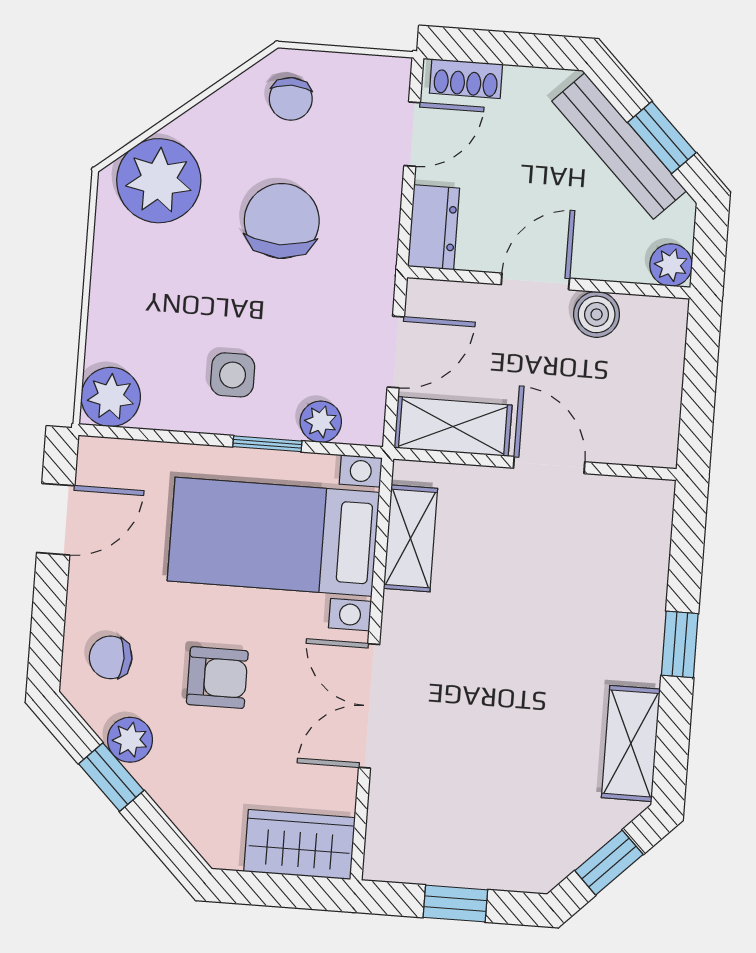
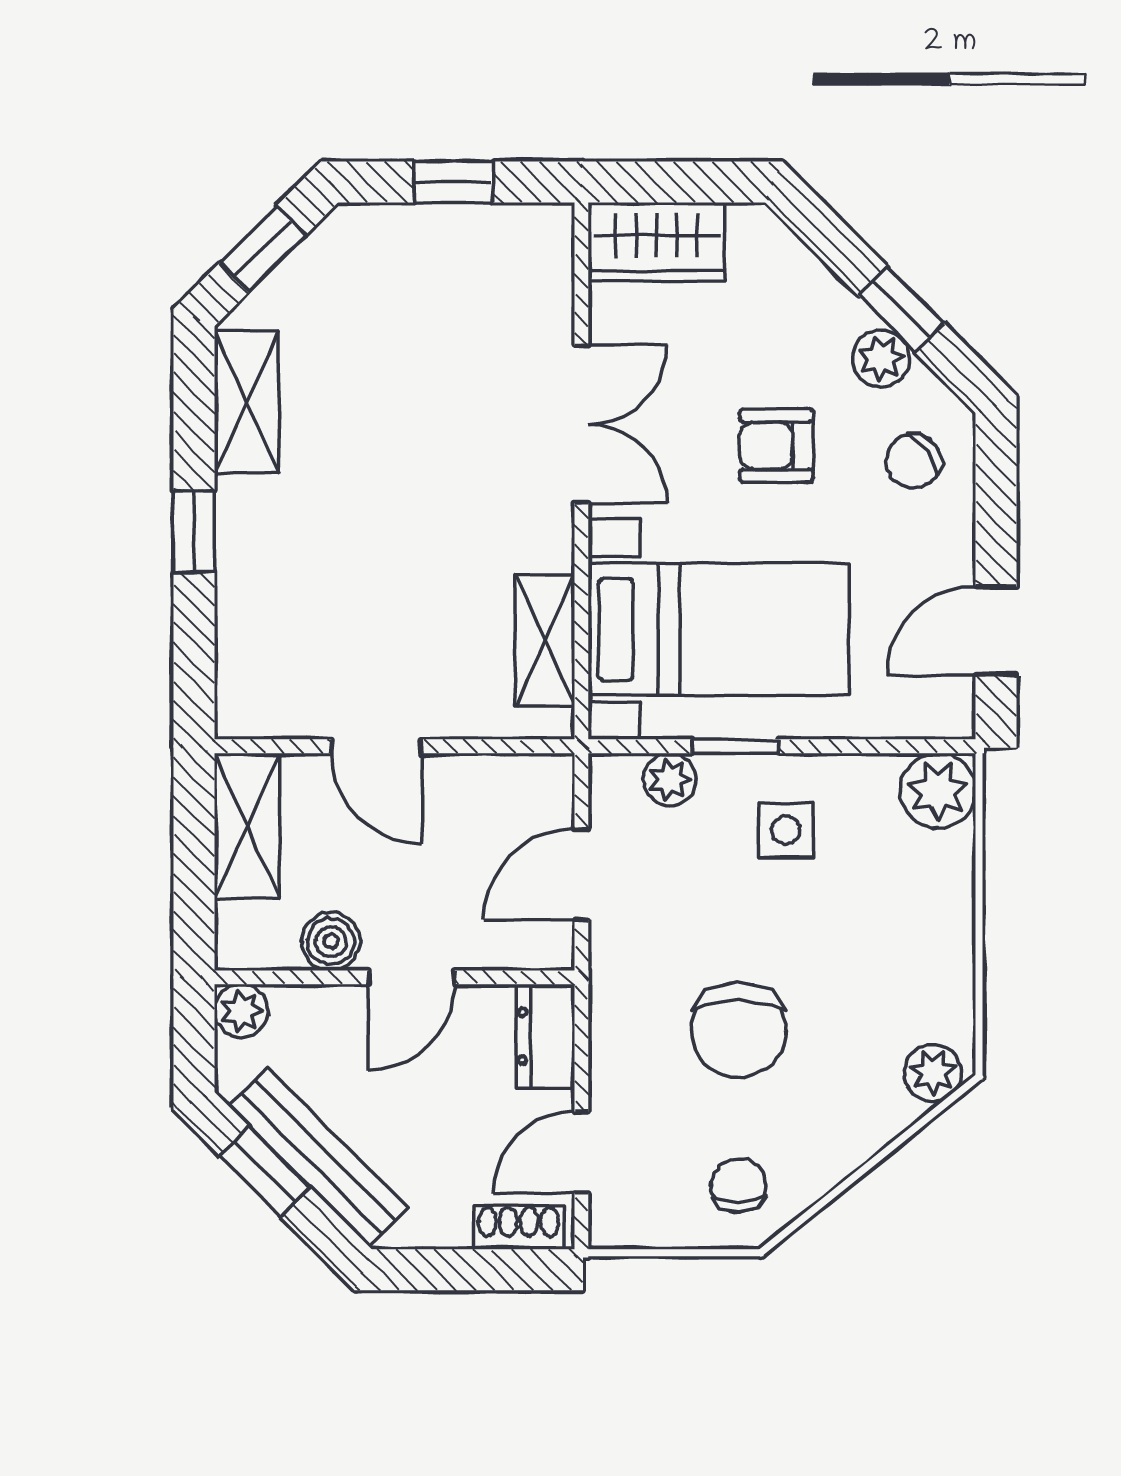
plant: (159, 181) -> (933, 1073), width x0.53, depth x0.53
shelving: (453, 427) -> (247, 826), moved, turned 90
chair: (111, 657) -> (913, 461), turned 144

